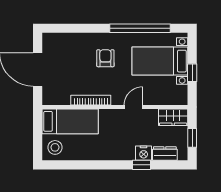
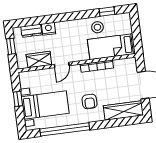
wardrobe: (66, 42) -> (123, 110), added
wardrobe: (173, 117) -> (39, 60), moved
stool: (55, 147) -> (97, 27), moved
window: (141, 165) -> (107, 11), moved

